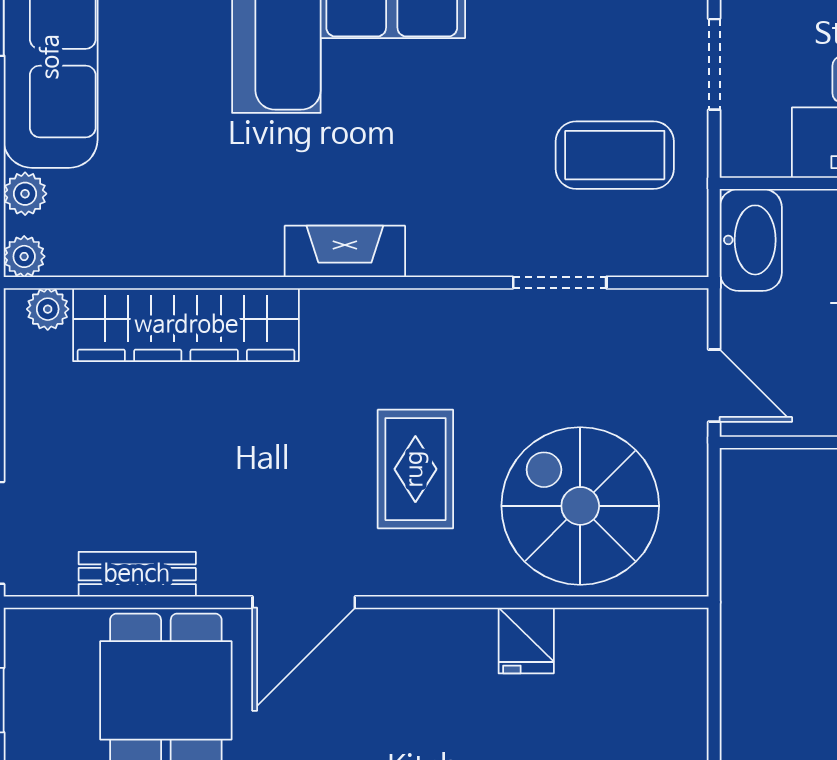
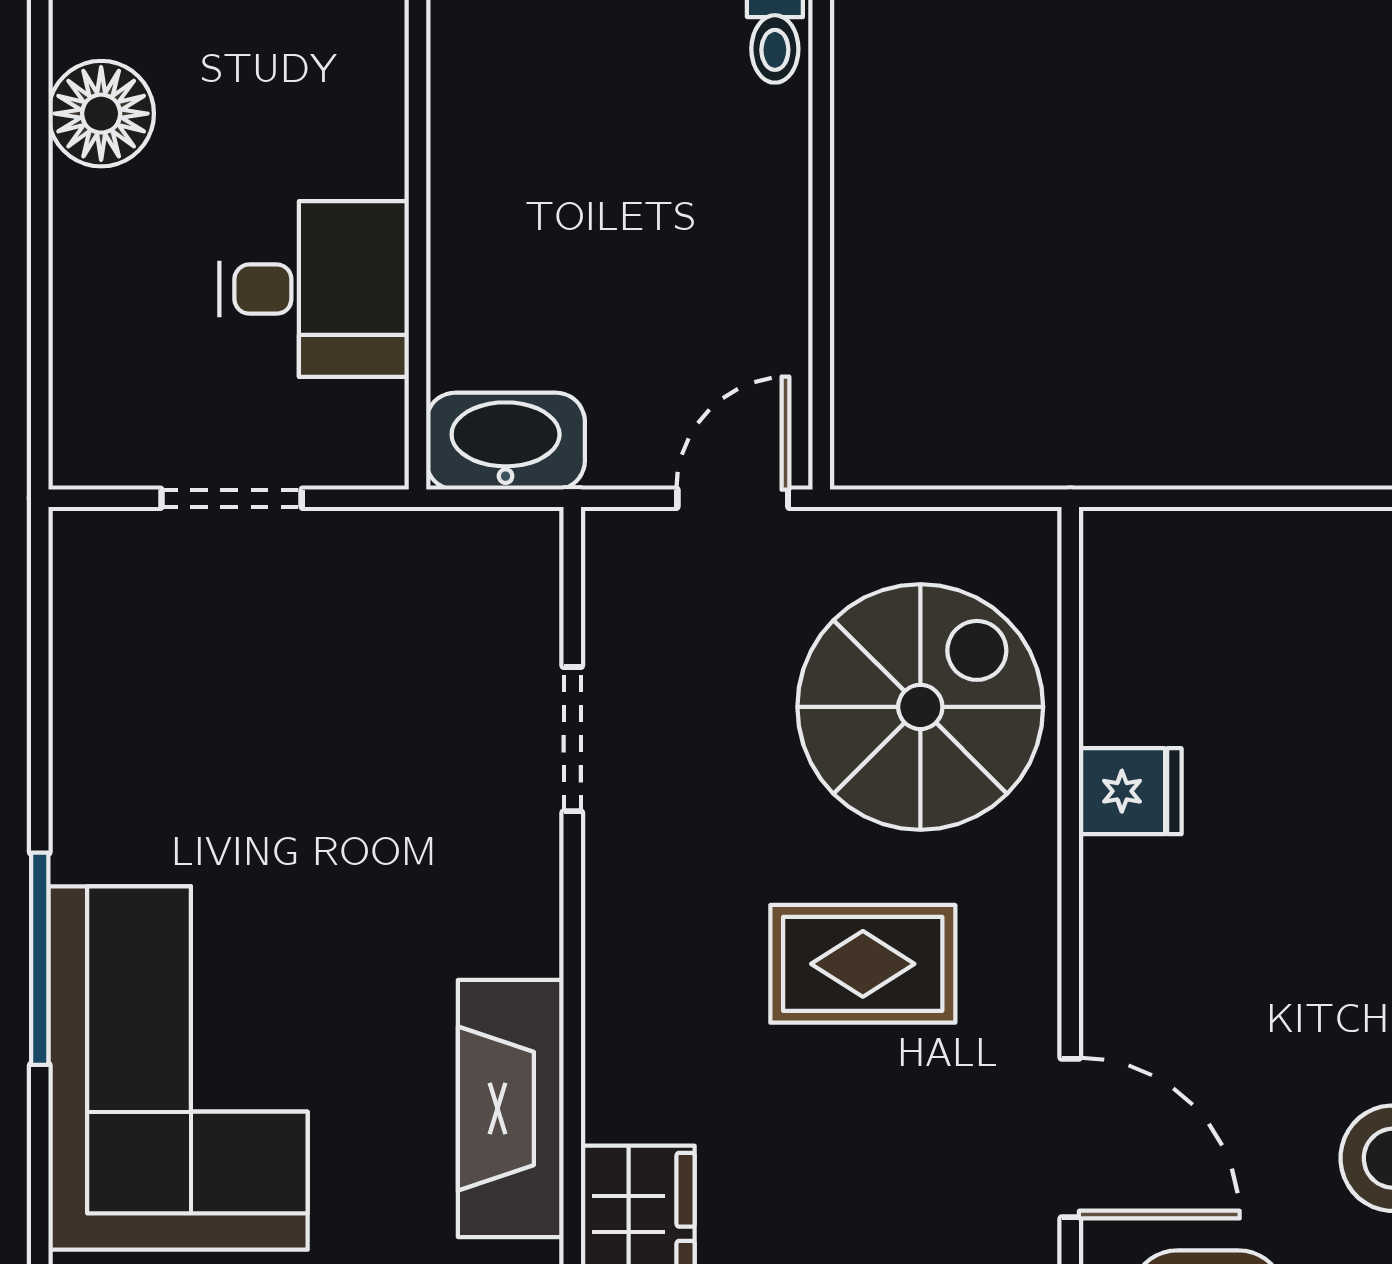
coffee table: (615, 155) -> (373, 653), removed
fireplace: (345, 251) -> (511, 1109), width x1.37, depth x1.32
spiral stairs: (580, 506) -> (920, 707), turned 180

